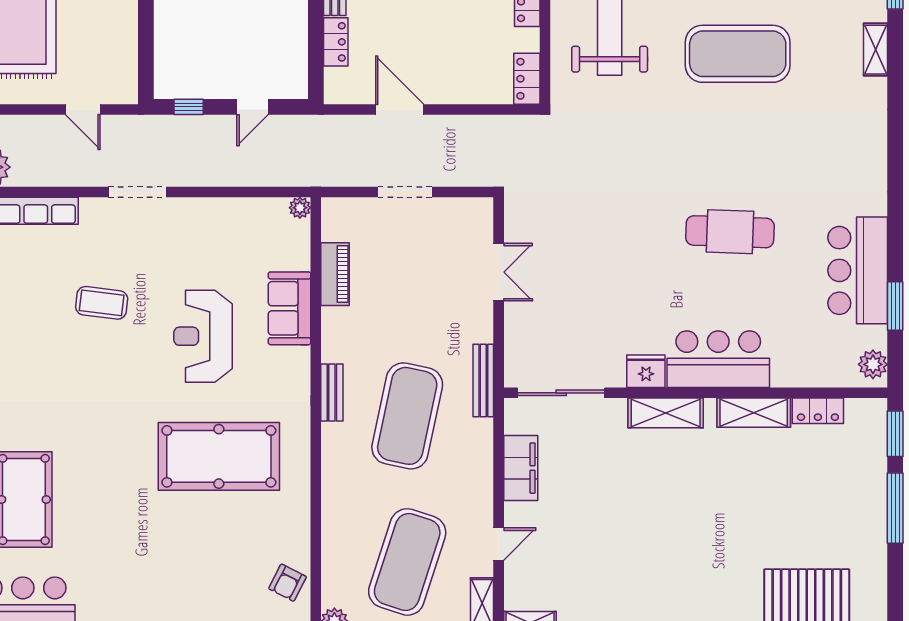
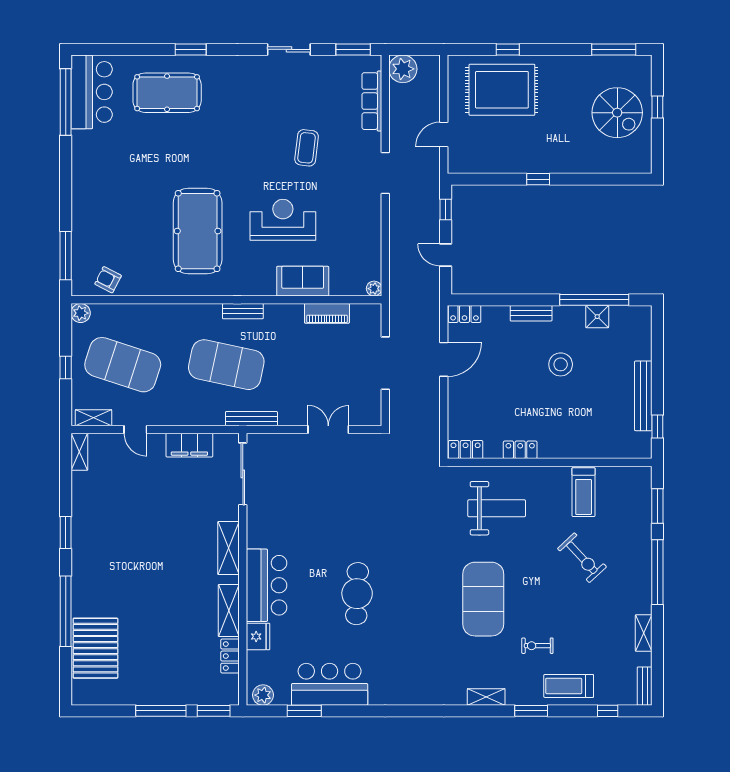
locker: (336, 42) -> (464, 314), moved
doorway: (405, 192) -> (385, 363), width x1.36
double door: (499, 272) -> (328, 429), swing flipped
fridge: (646, 371) -> (258, 636), moved

